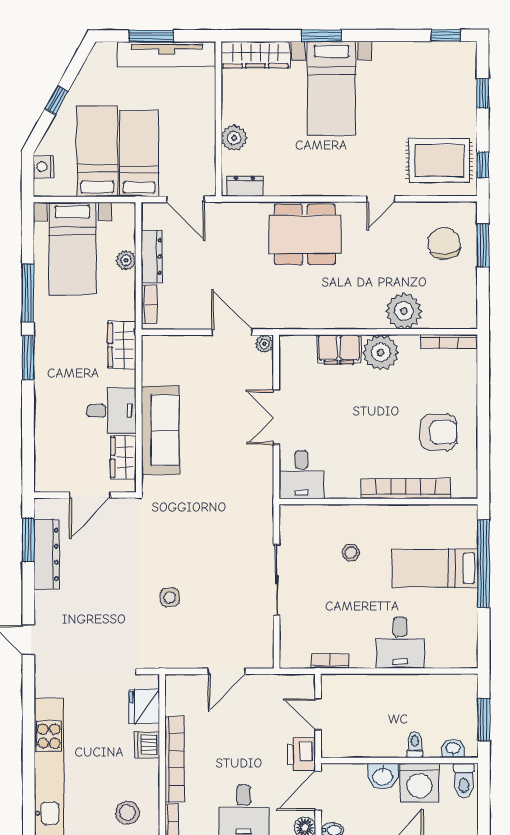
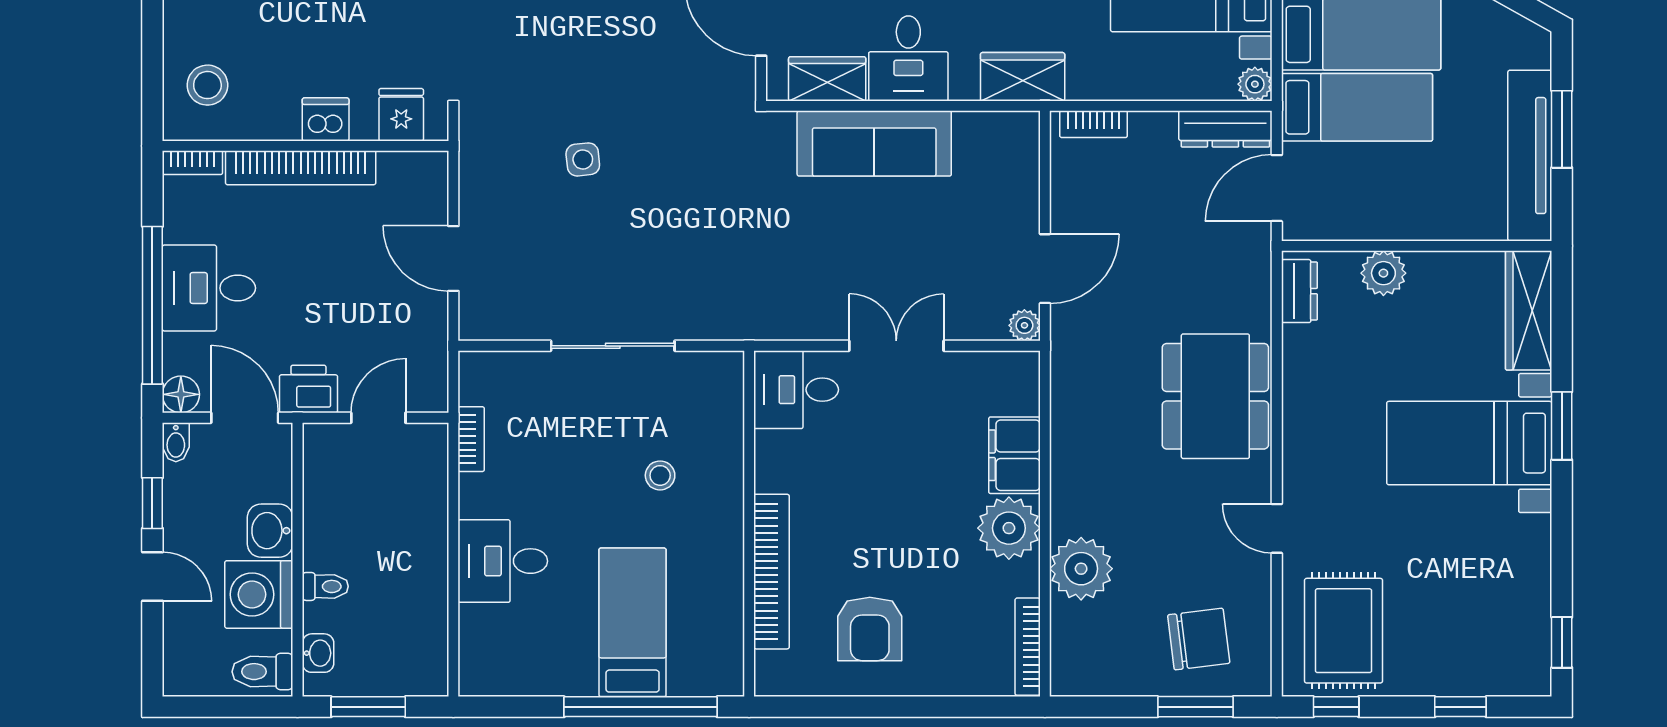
dresser: (152, 257) -> (1225, 129), moved
plant: (126, 260) -> (1255, 84), moved
fridge: (144, 706) -> (401, 115), width x0.72

